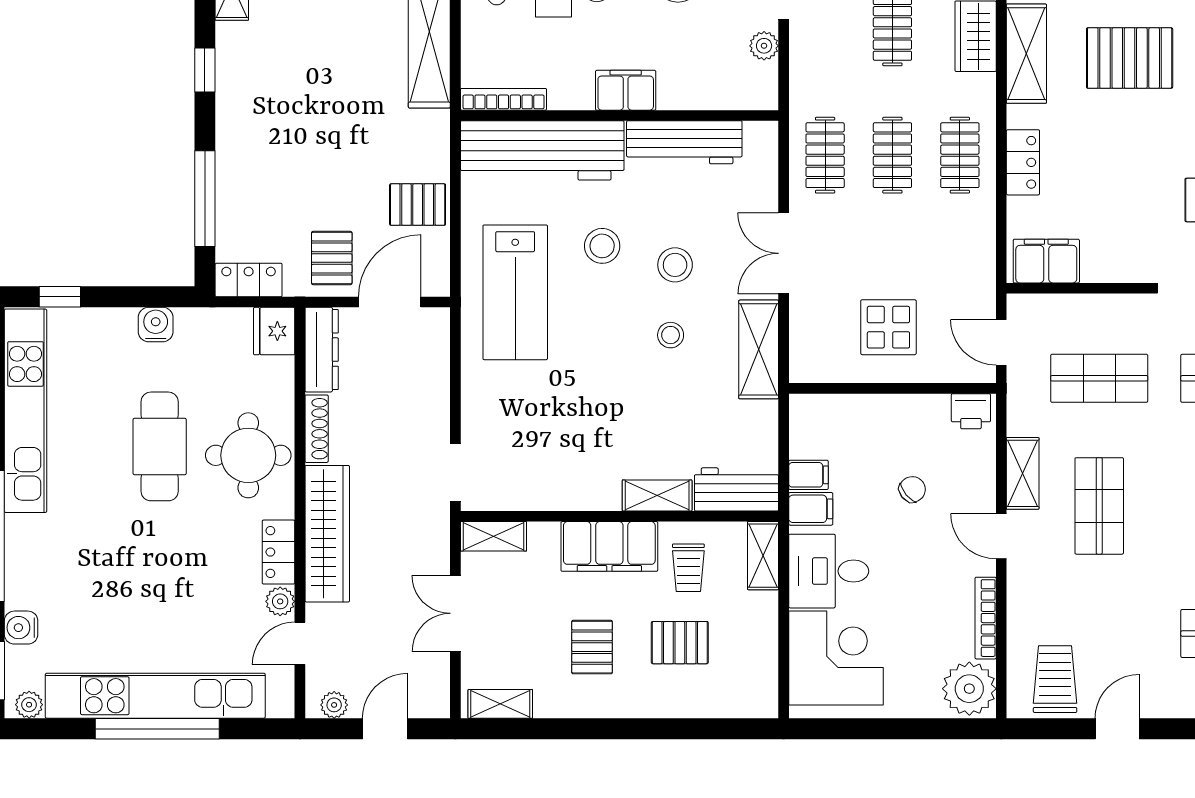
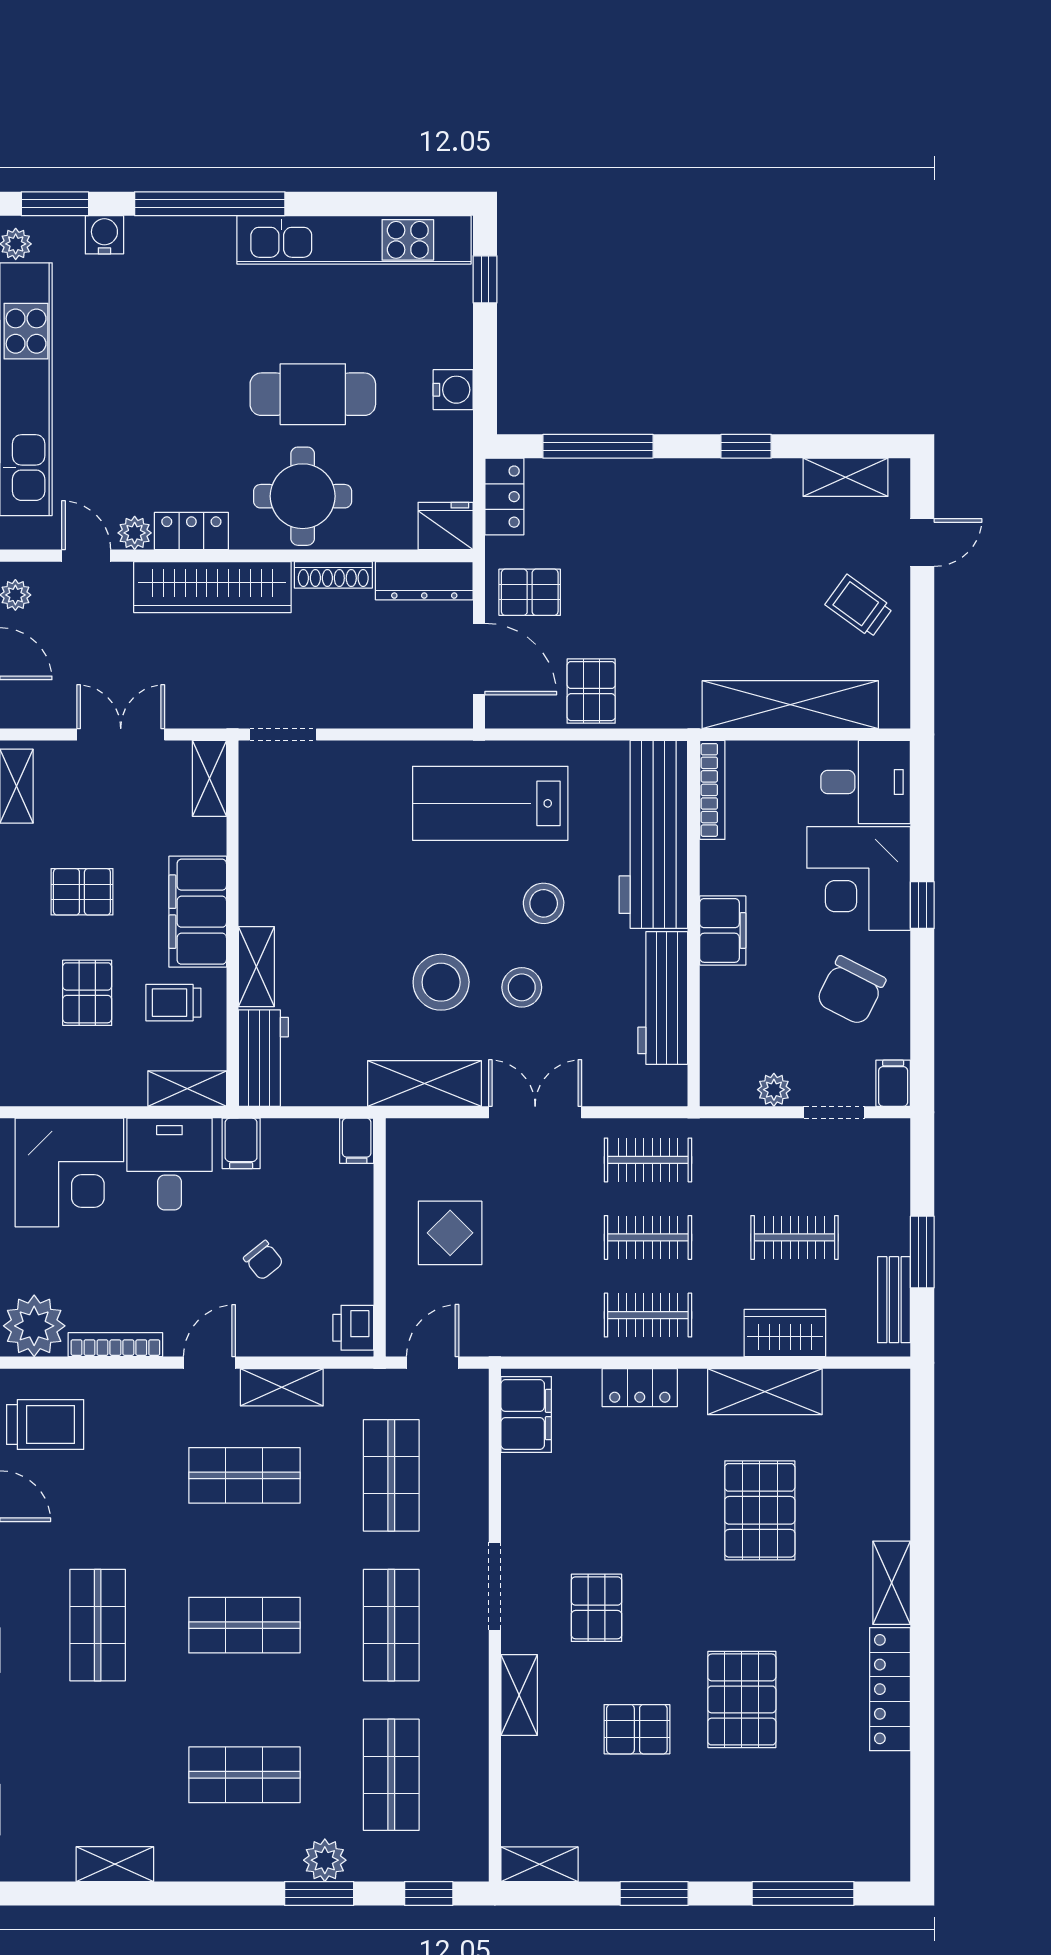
stool: (671, 335) -> (441, 982), width x1.89, depth x1.89
filing cabinet: (808, 475) -> (357, 1141), moved

